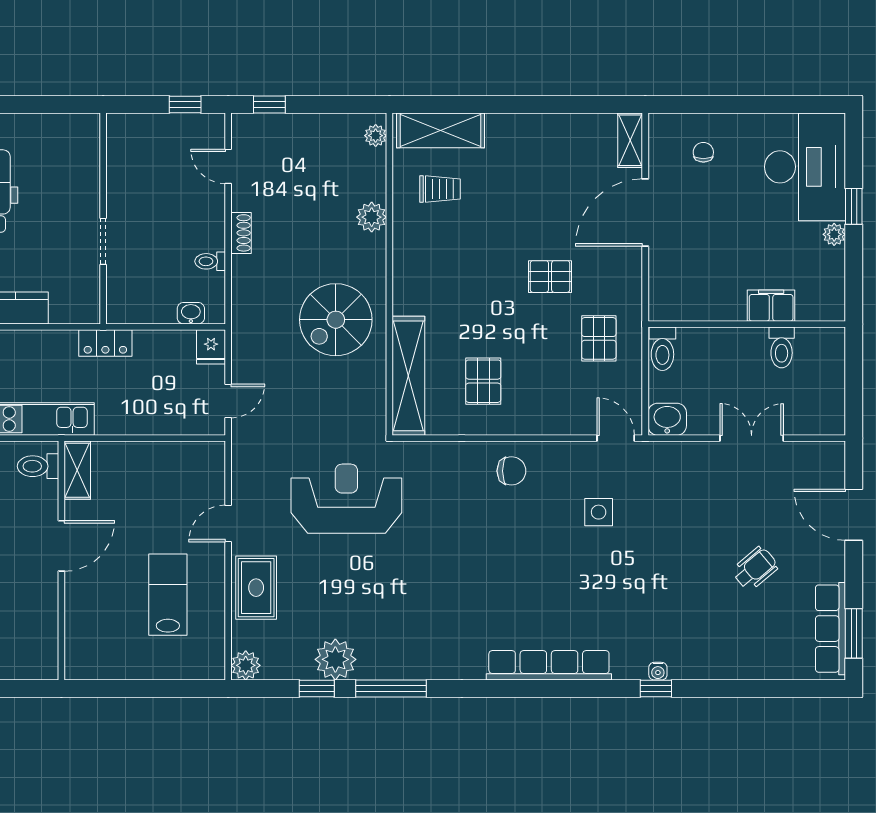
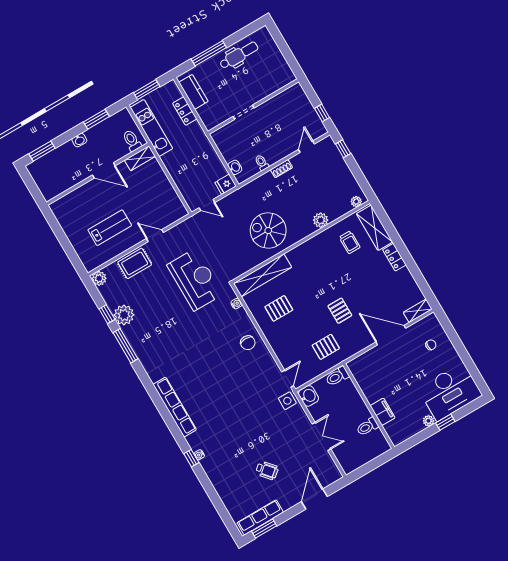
locker: (512, 126) -> (394, 257), added
locker: (105, 343) -> (185, 111), moved
water cooler: (431, 450) -> (236, 304), added
side table: (599, 512) -> (287, 401), moved

